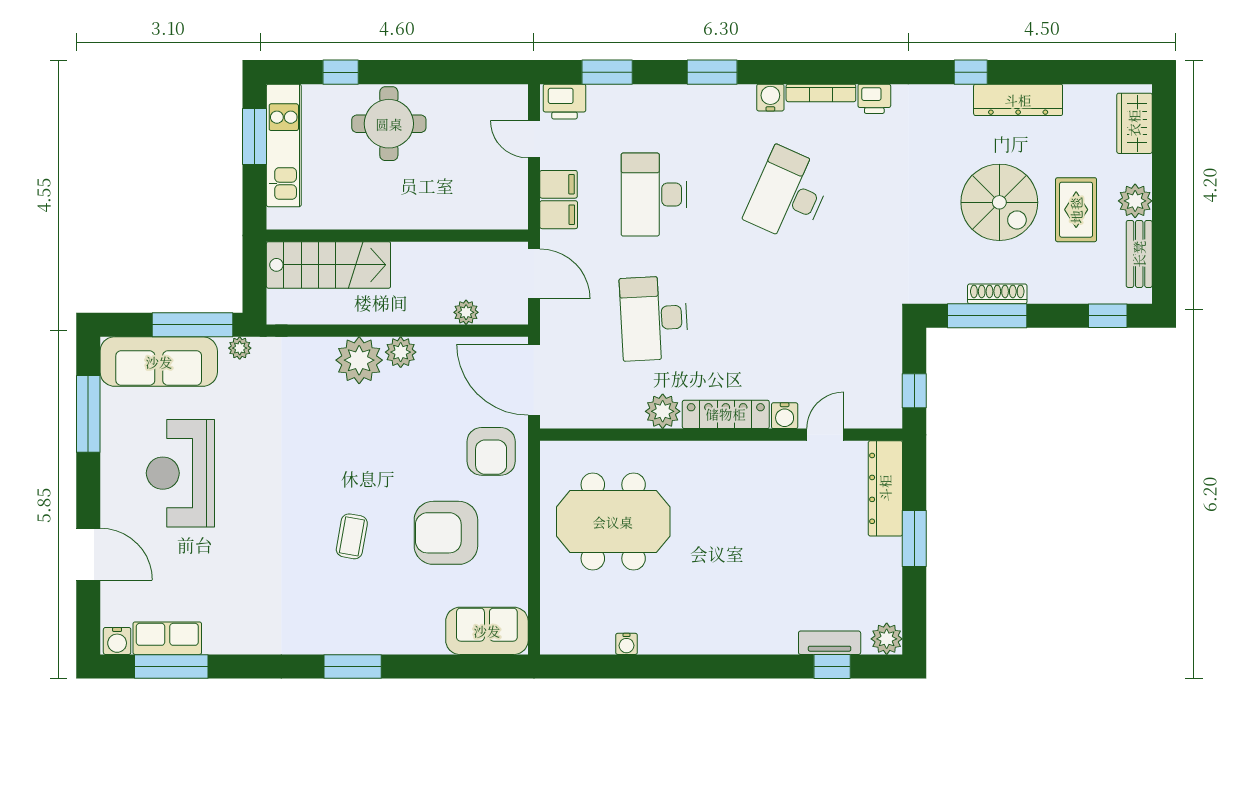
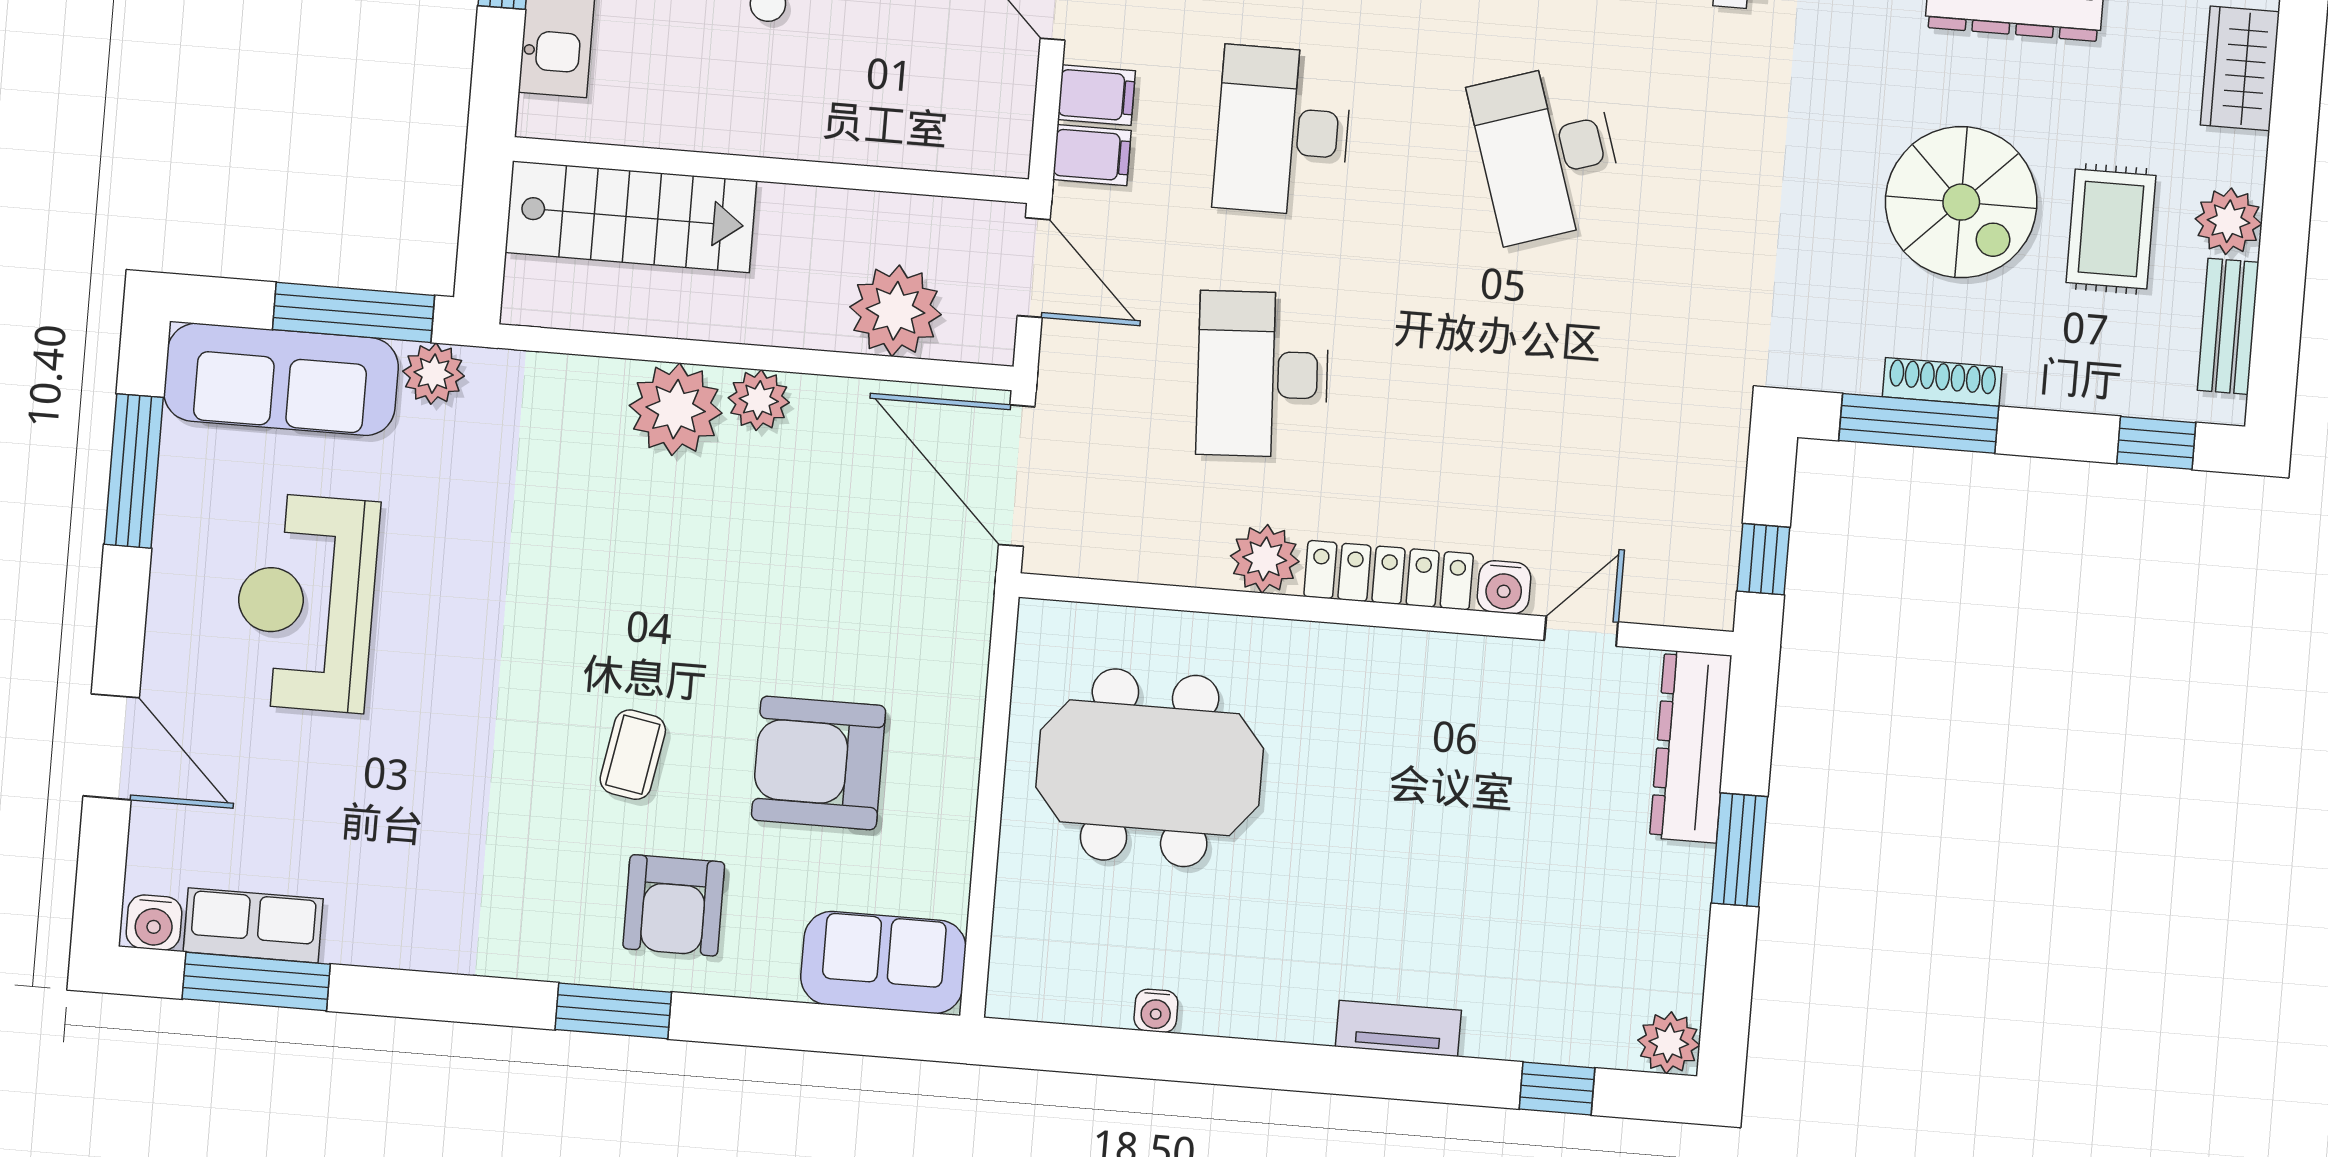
desk: (788, 195) -> (1547, 153), turned -42
plant: (466, 312) -> (896, 311), width x1.88, depth x1.88
plant: (240, 348) -> (434, 374), width x1.38, depth x1.38
armchair: (491, 451) -> (674, 905), moved
tv unit: (830, 643) -> (1398, 1028), moved

